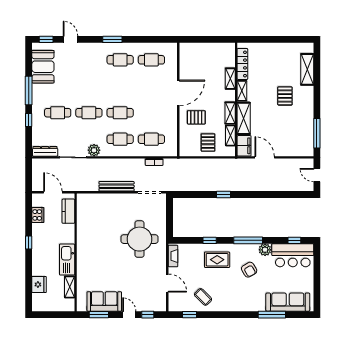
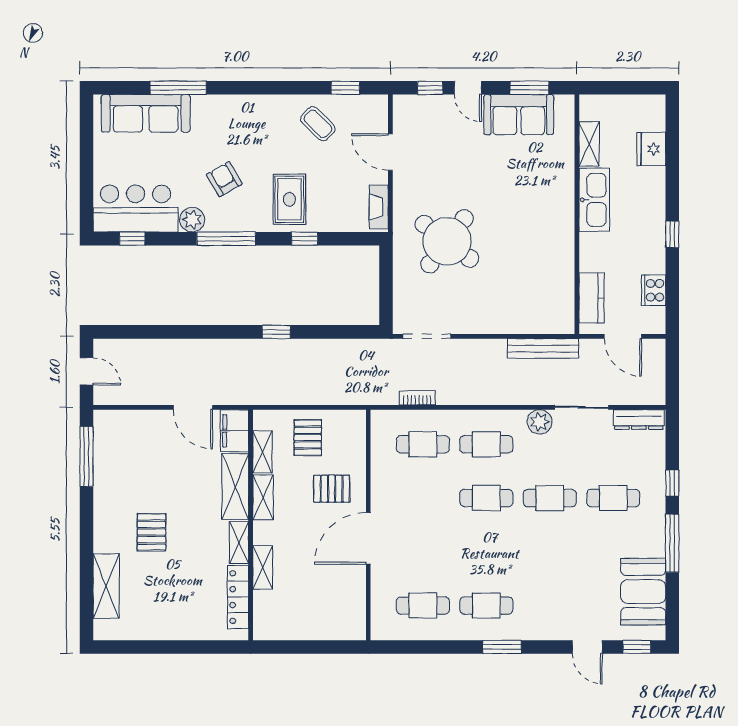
bench: (117, 186) -> (543, 348), moved
round table: (139, 239) -> (447, 241), turned 37
rug: (217, 260) -> (289, 199), turned 90

